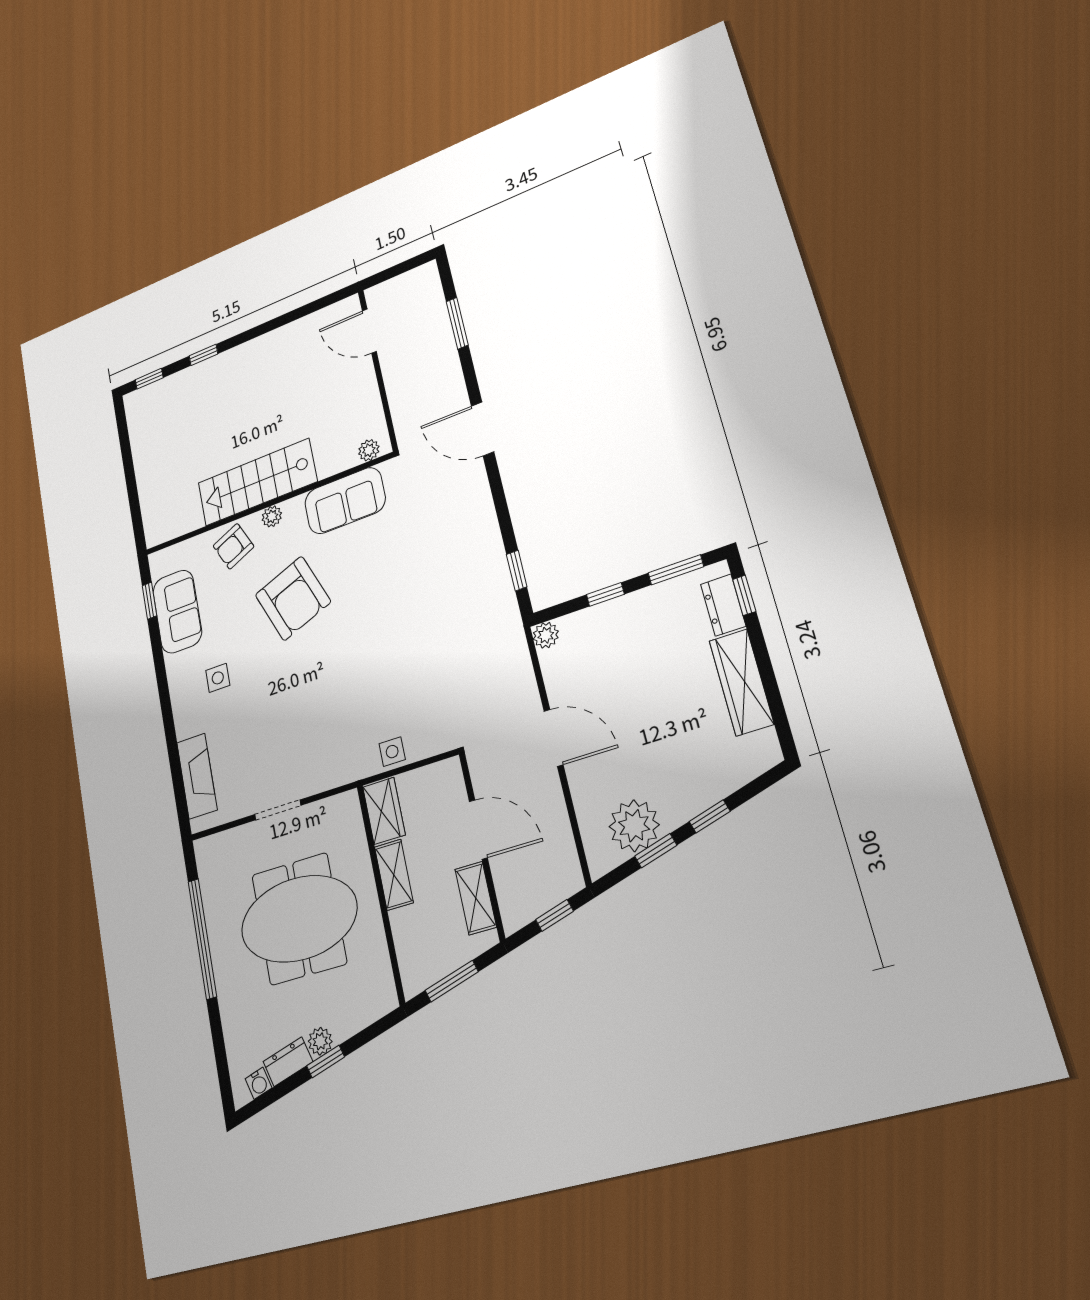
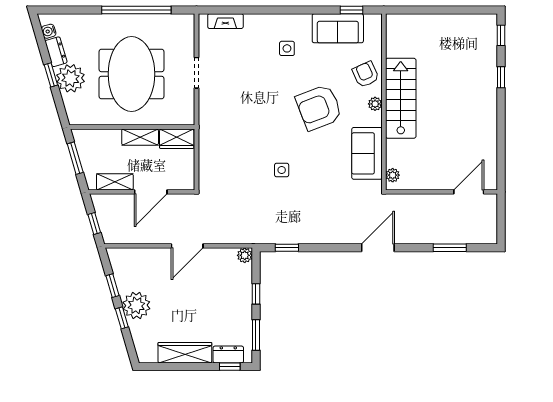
side table: (392, 752) -> (282, 170), moved
fireplace: (197, 776) -> (225, 21), width x0.73, depth x0.76
plant: (634, 826) -> (136, 305), moved
plant: (320, 1041) -> (71, 78), width x1.88, depth x1.88

